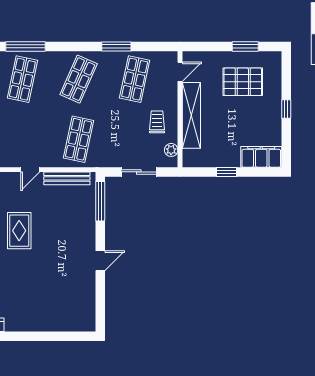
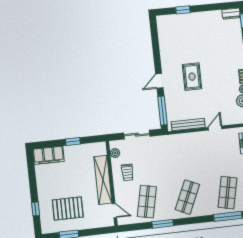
door: (180, 72) -> (114, 211), swing flipped
window: (286, 109) -> (36, 209), moved
shop shelf: (79, 139) -> (183, 154), removed
rug: (19, 231) -> (192, 77), moved
door: (100, 261) -> (159, 81), moved
window: (58, 336) -> (183, 10), added

